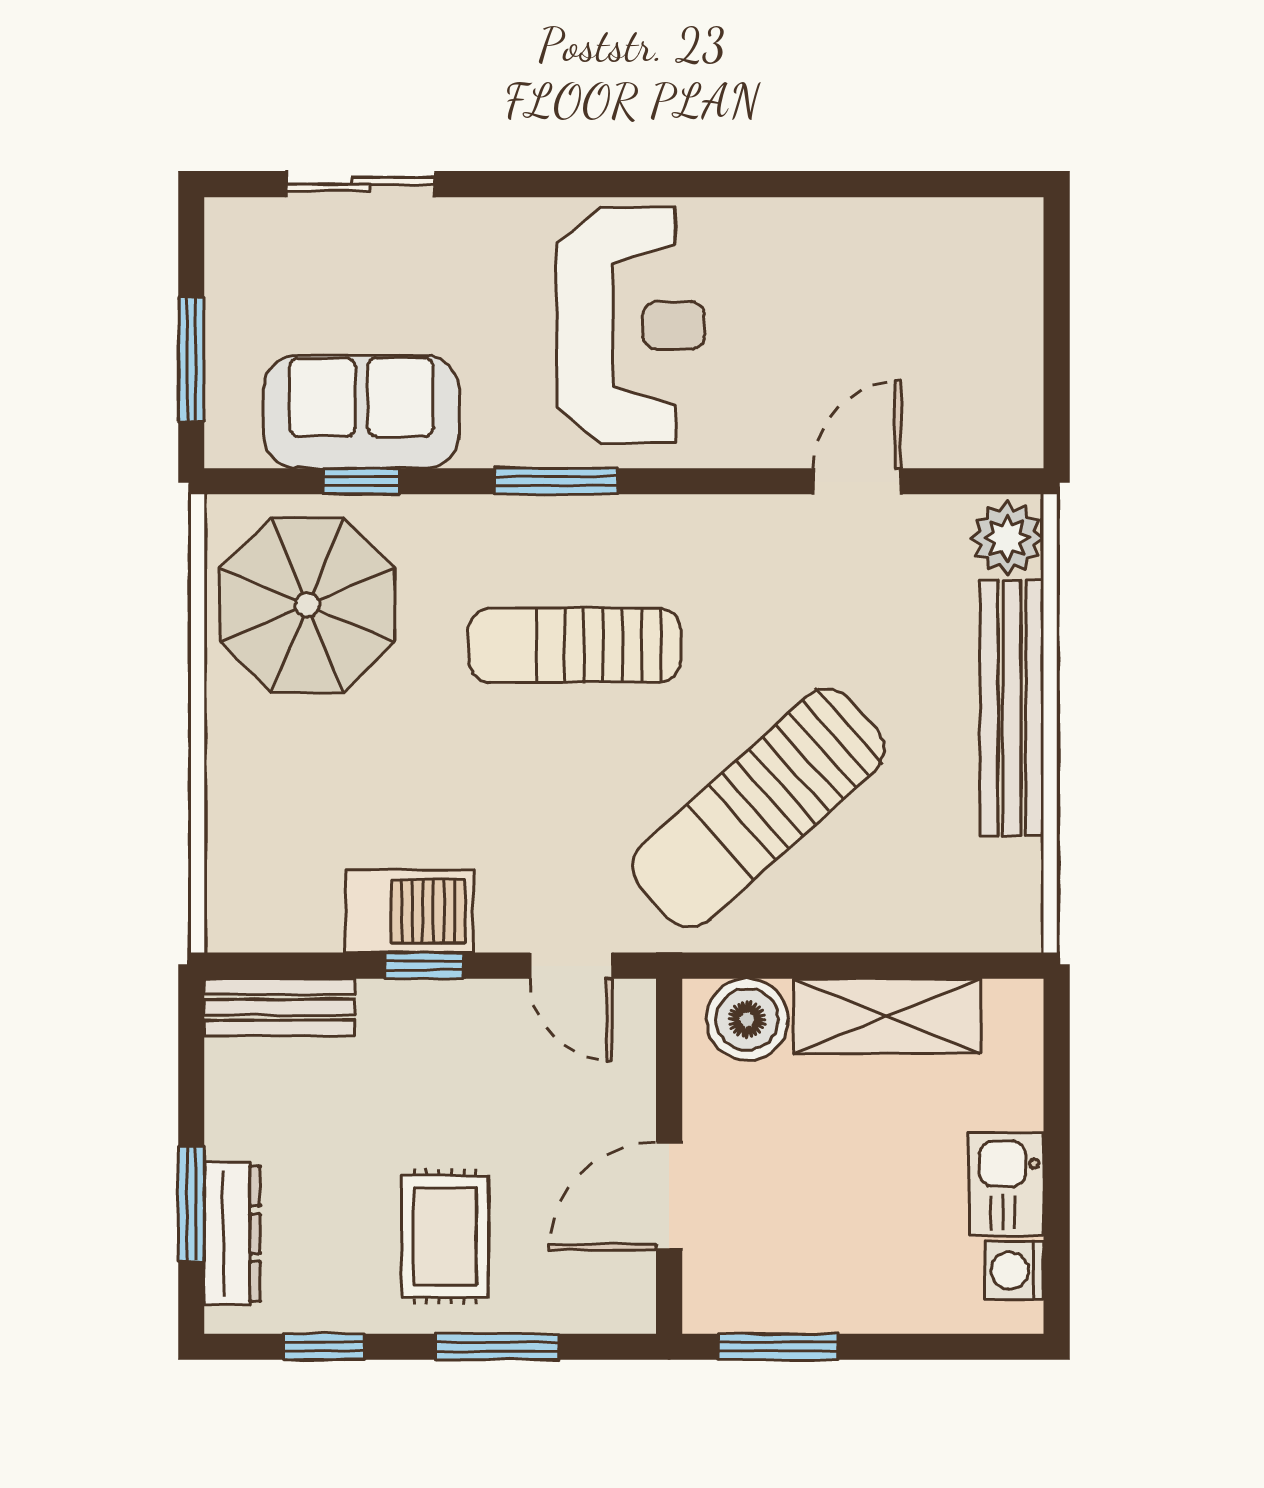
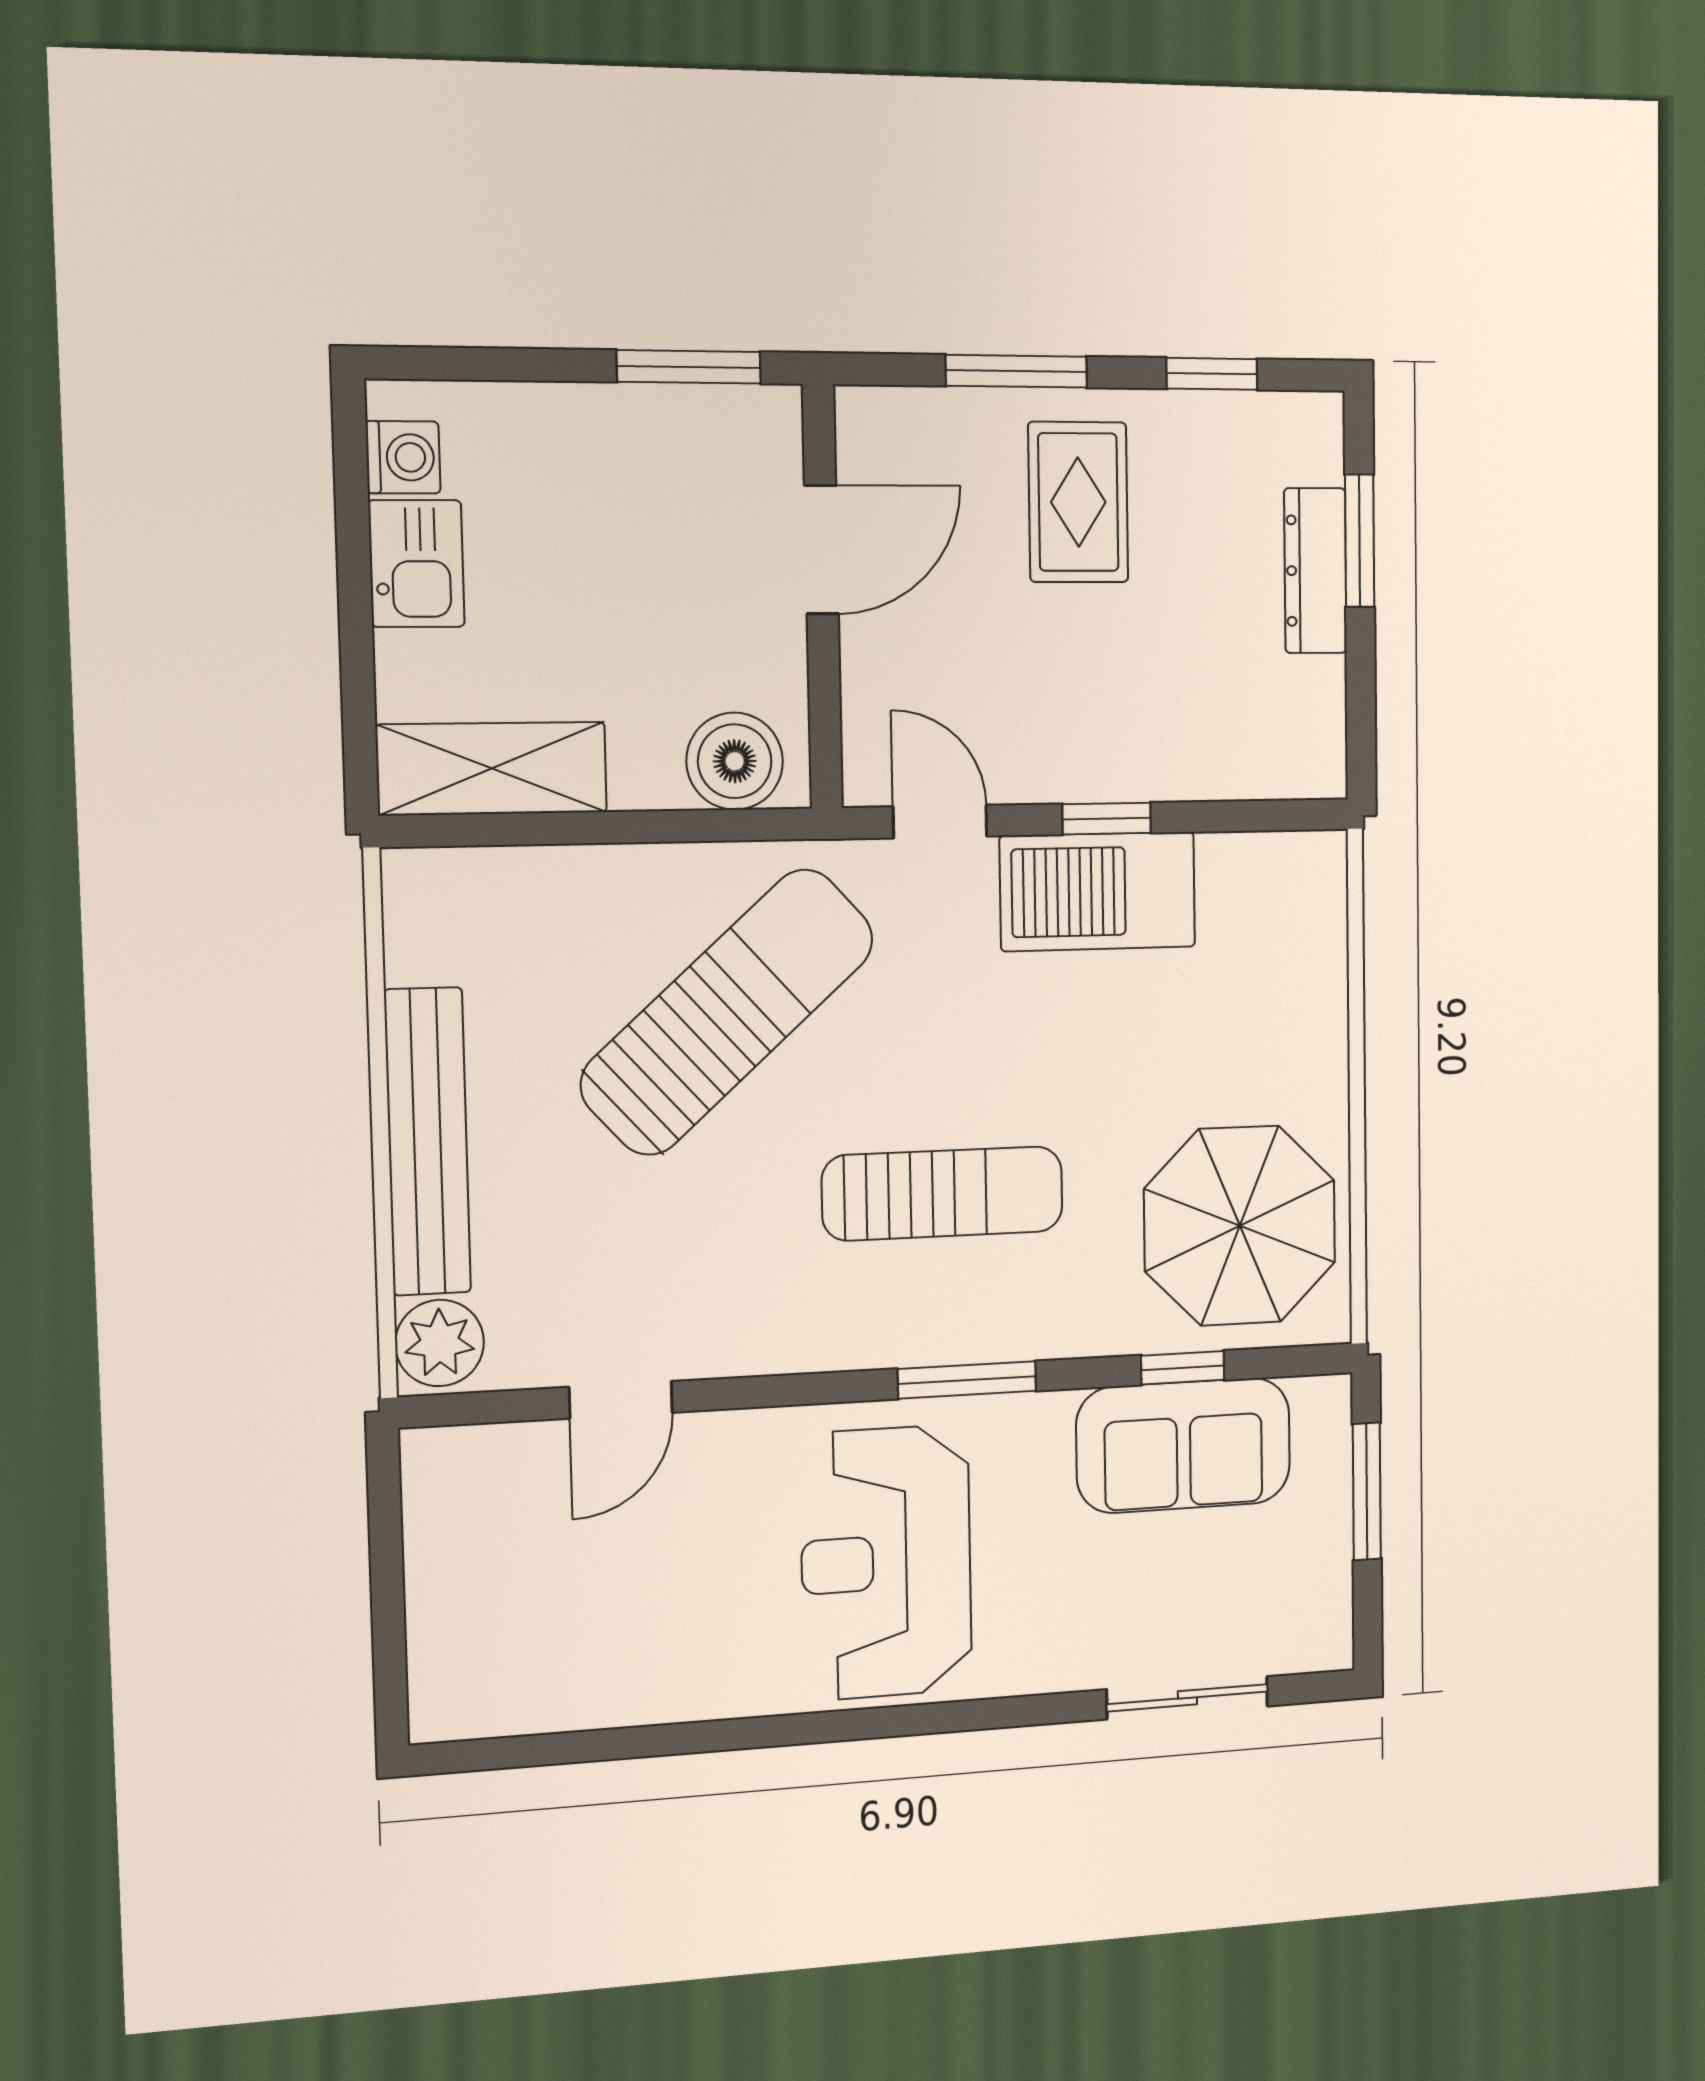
barbecue: (409, 911) -> (1098, 891), width x1.37, depth x1.21
bench: (279, 1007) -> (1266, 768), removed
shelving: (887, 1016) -> (492, 769), moved
dresser: (232, 1234) -> (1315, 571), moved

